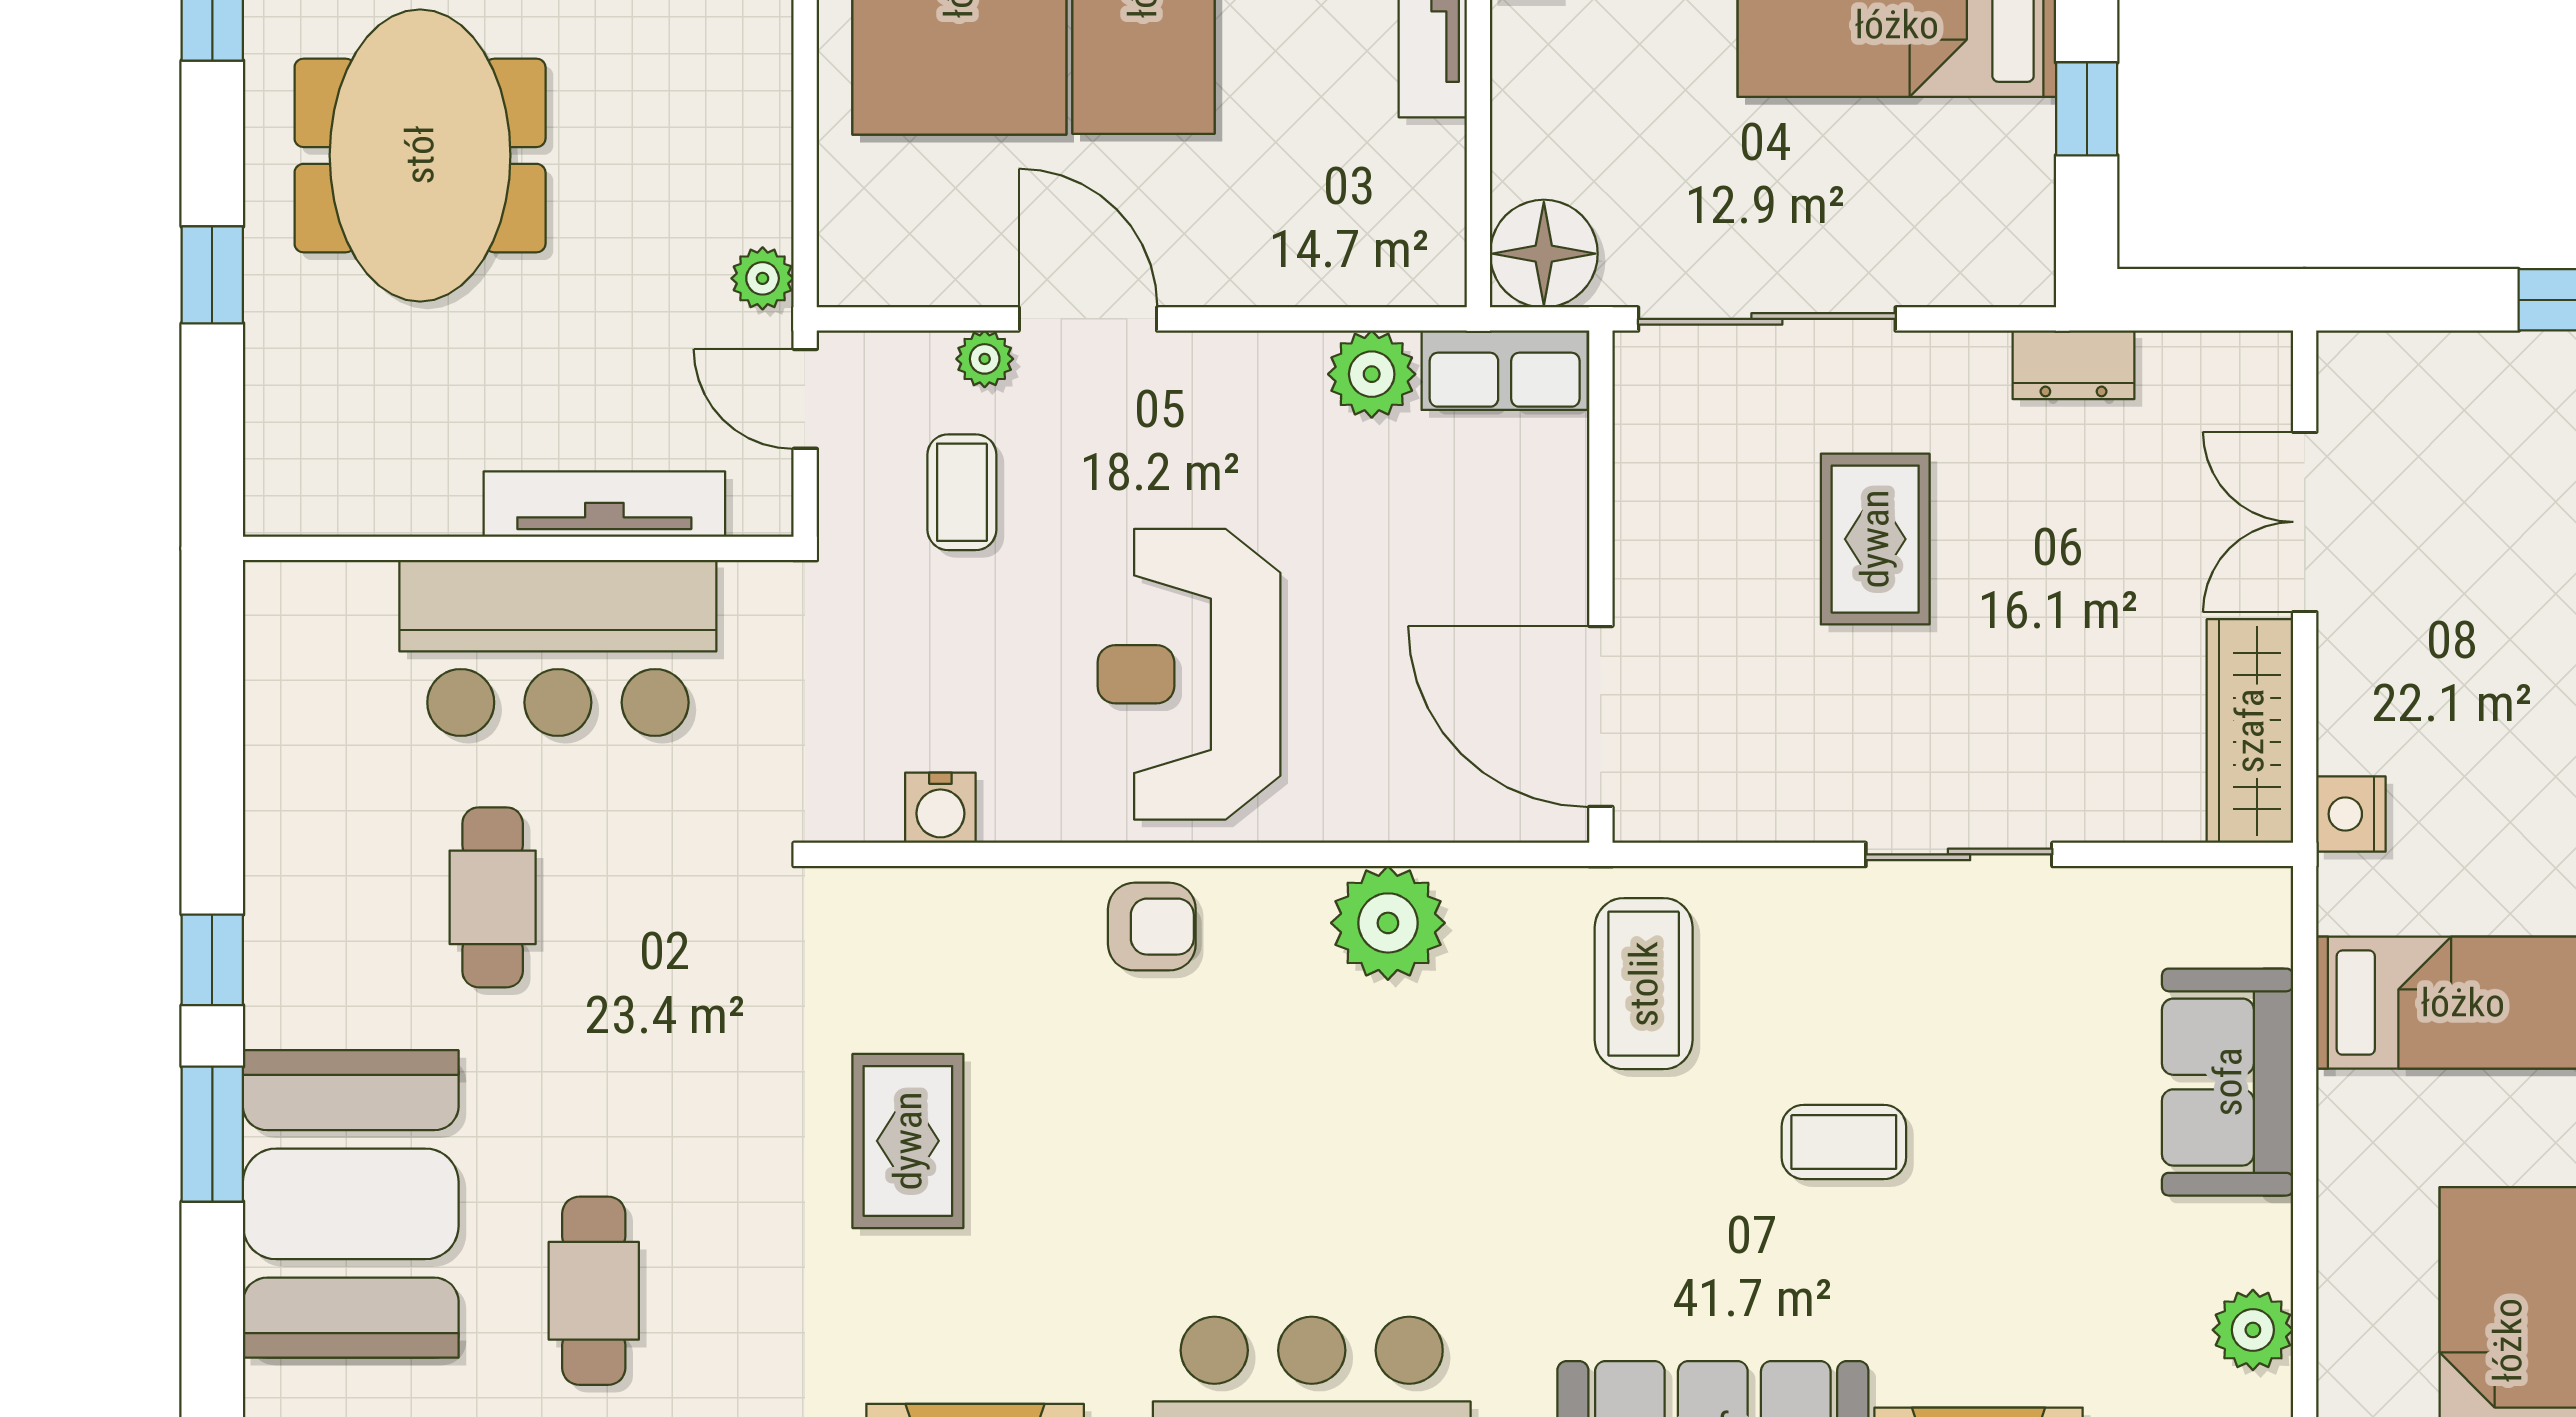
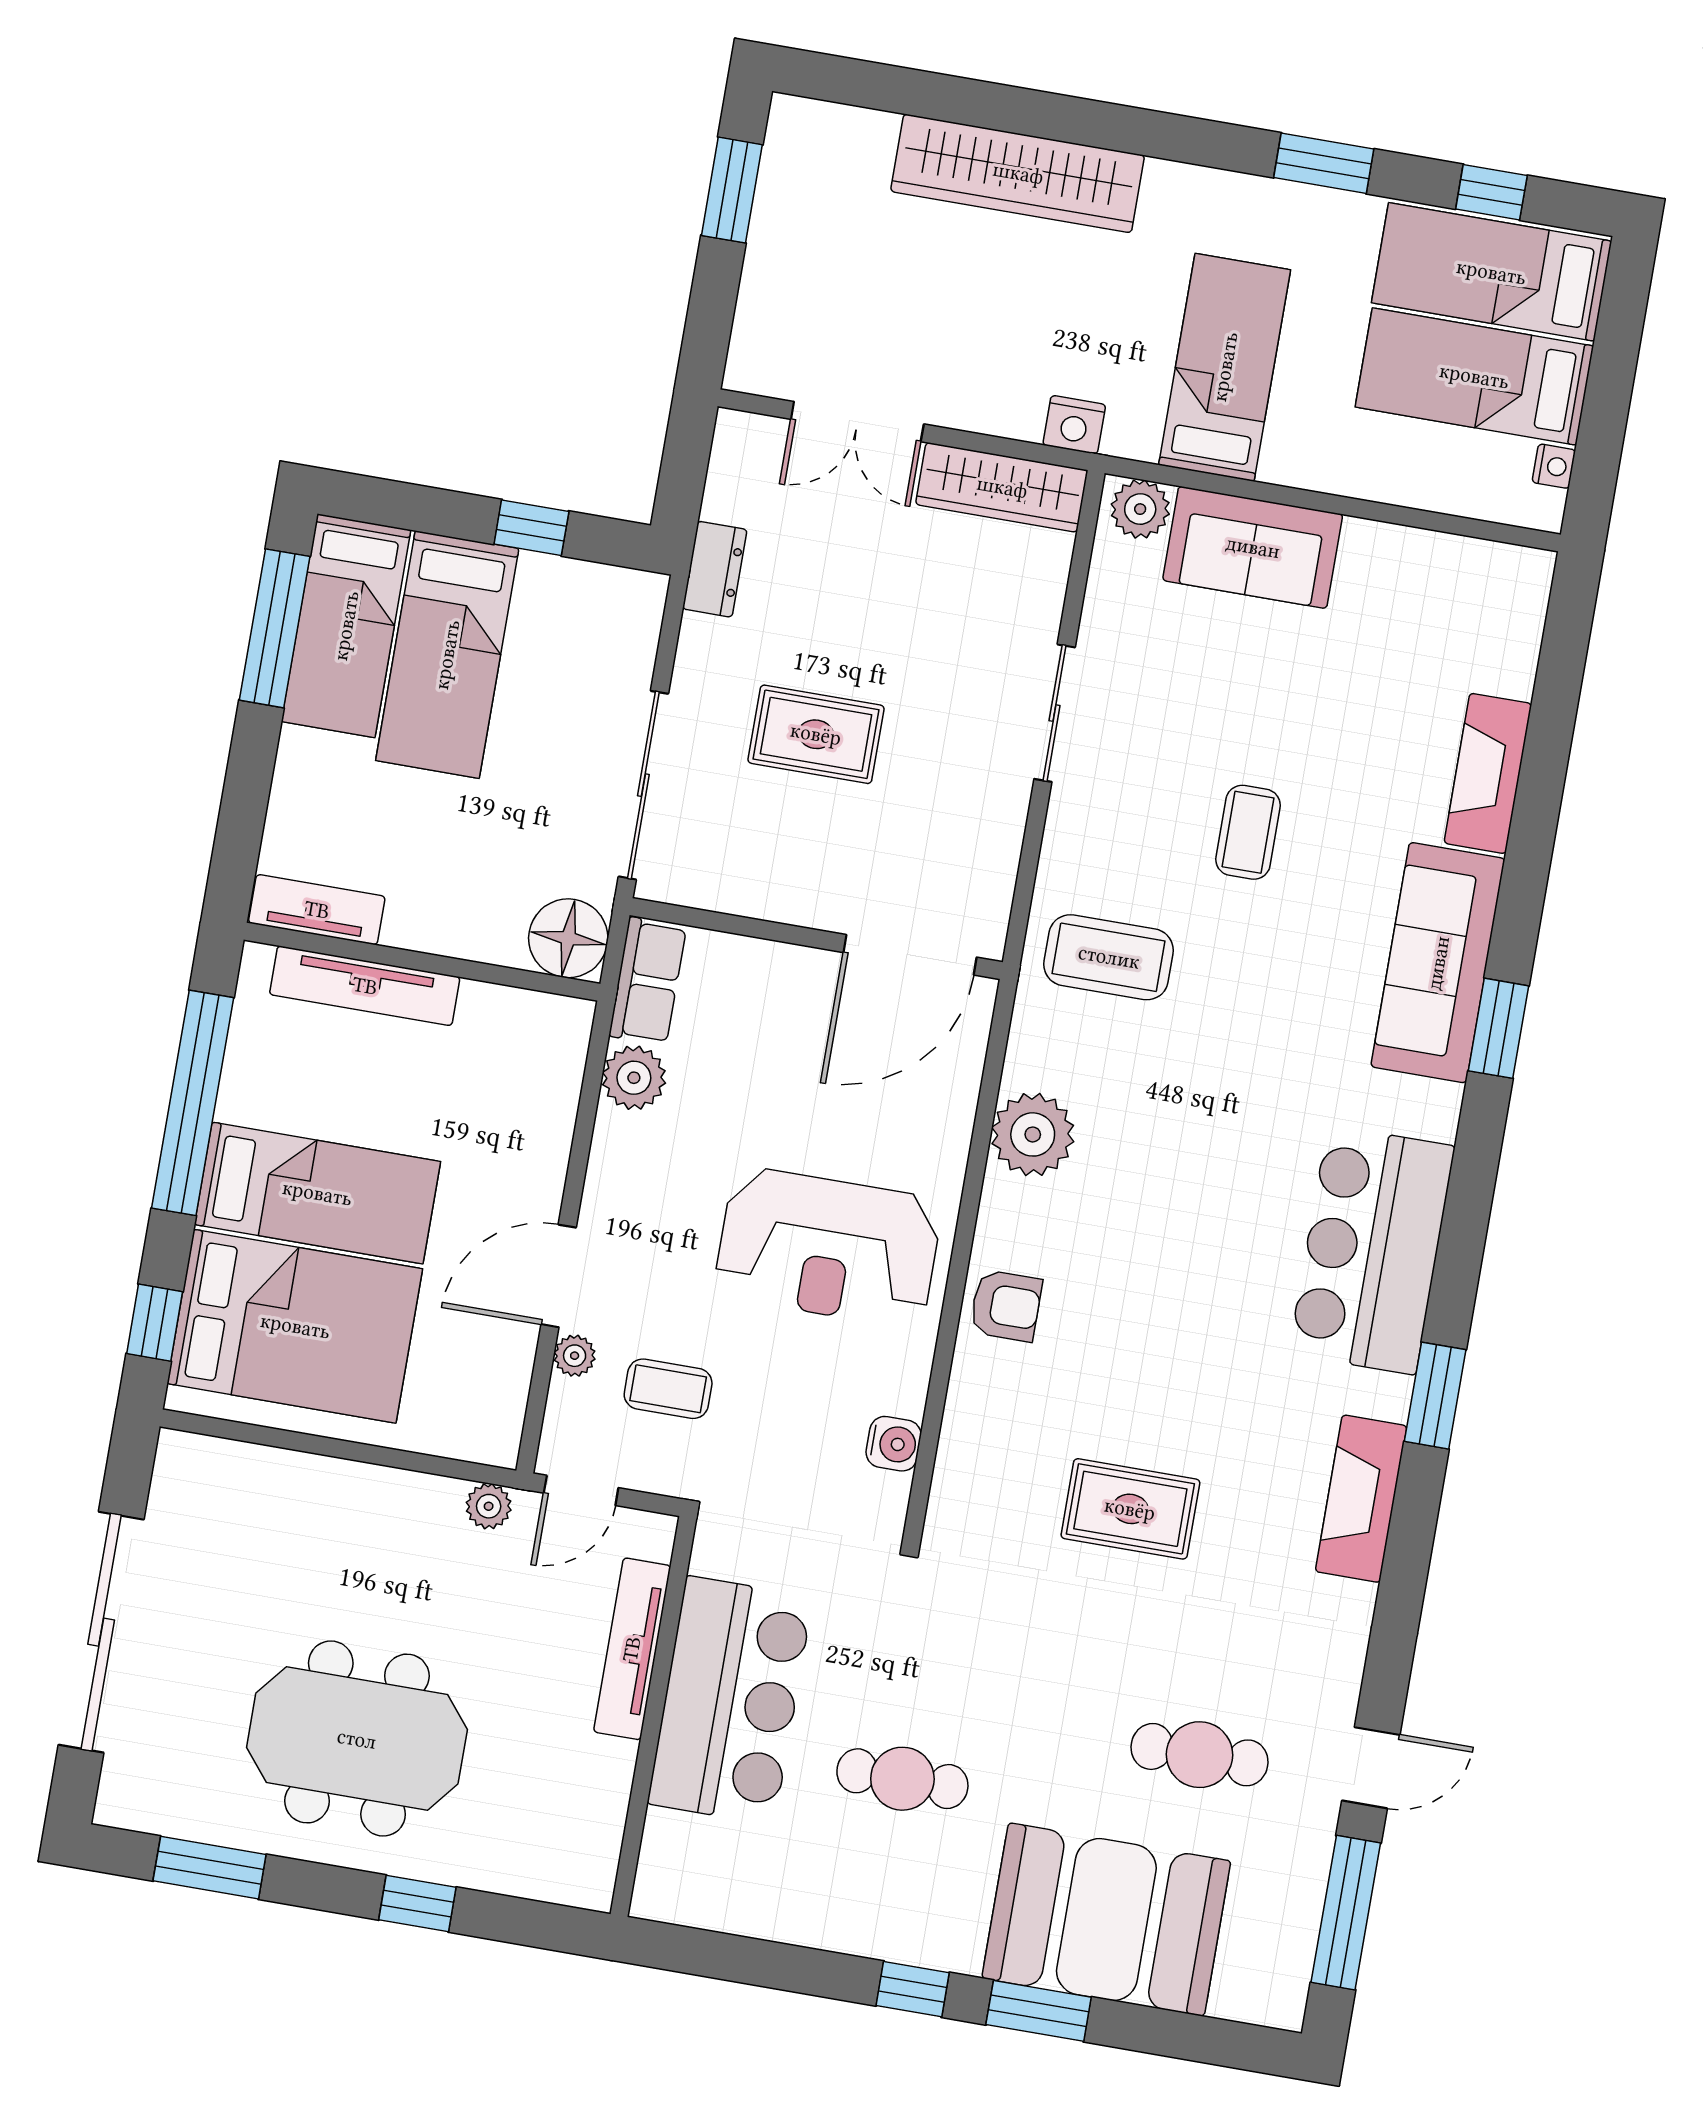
armchair: (1152, 927) -> (1006, 1306), turned 90
plant: (2253, 1330) -> (1140, 509), moved

